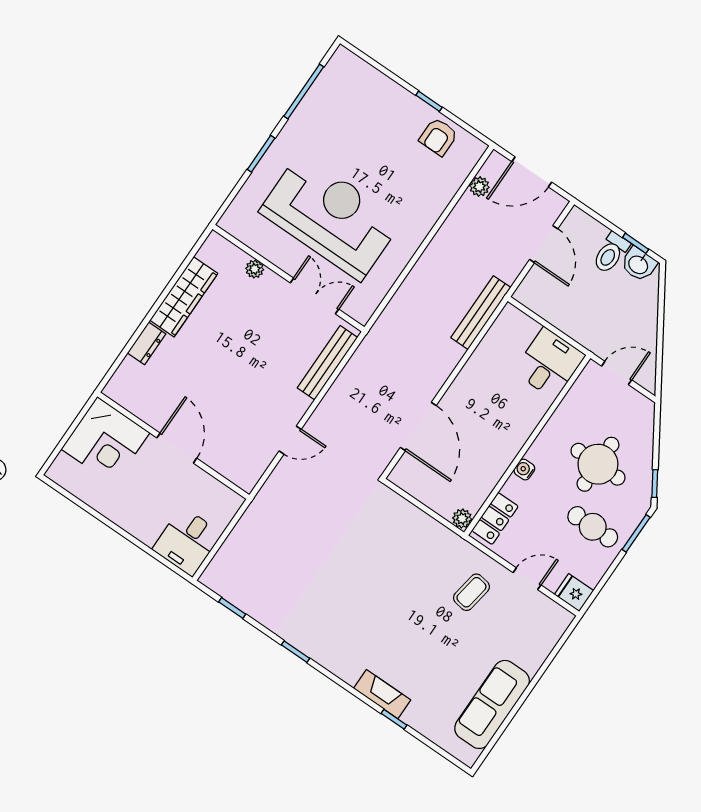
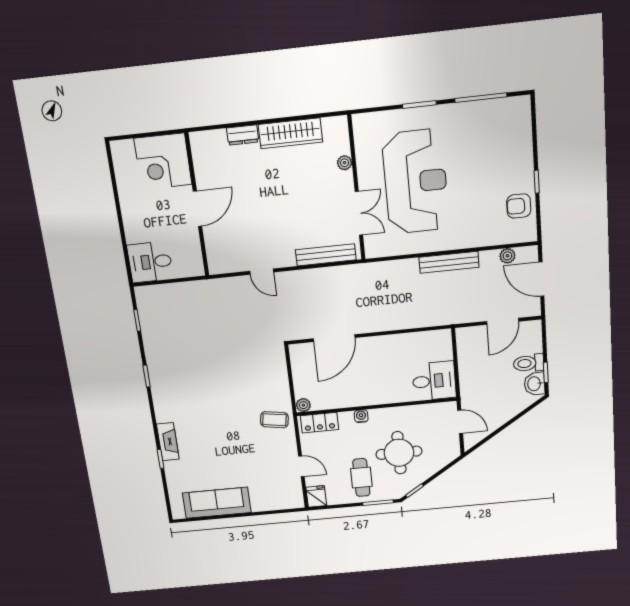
bench: (481, 313) -> (449, 262), moved
coffee table: (471, 592) -> (274, 420), moved

